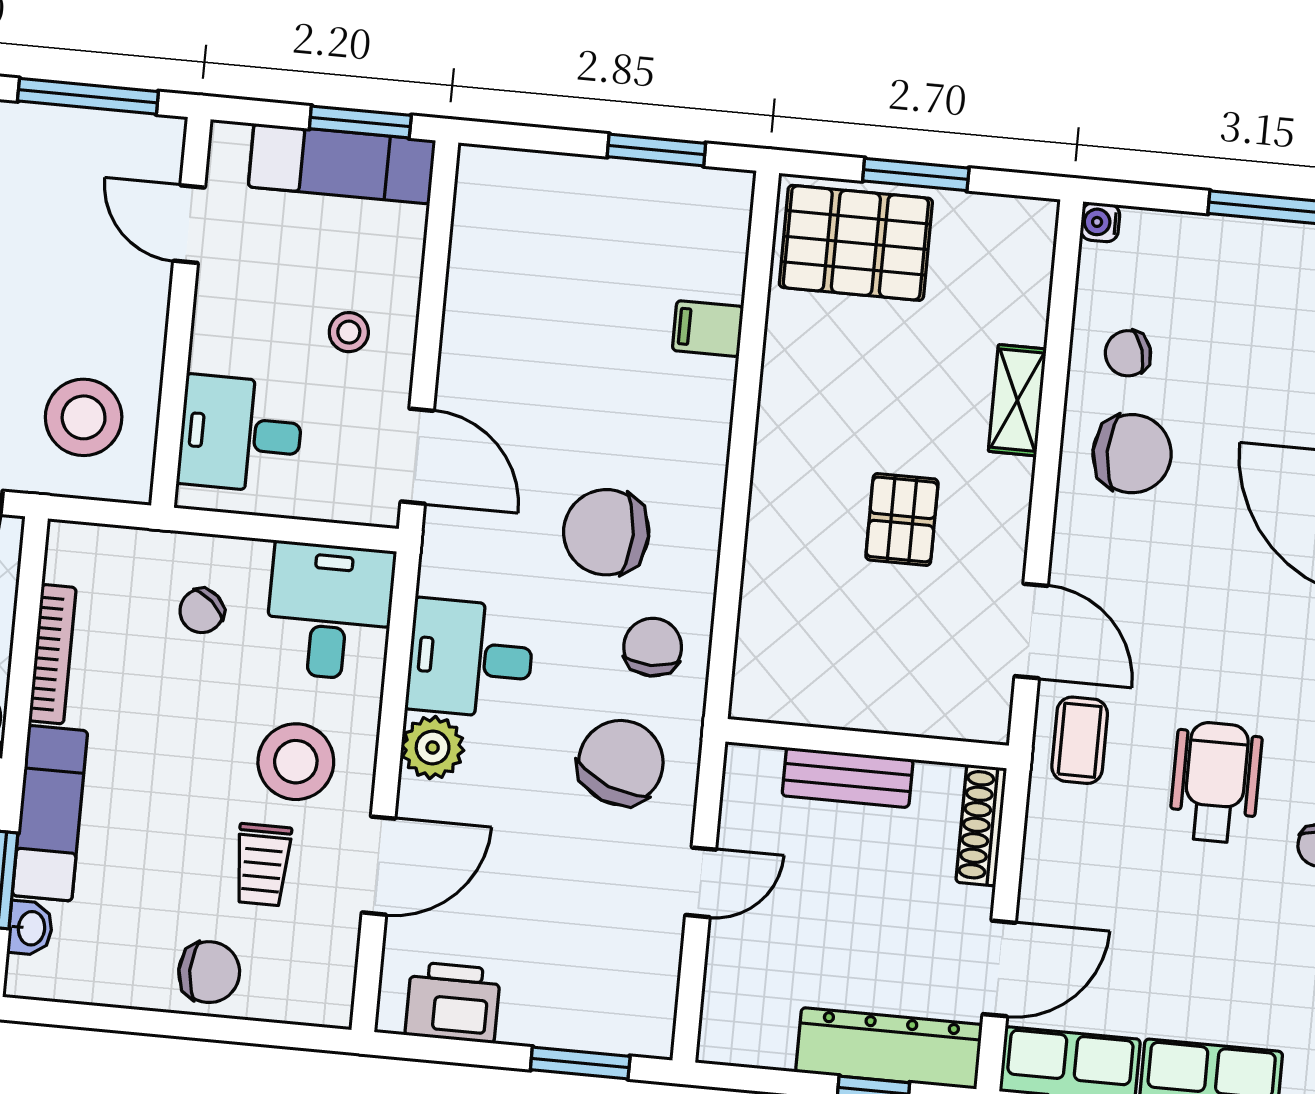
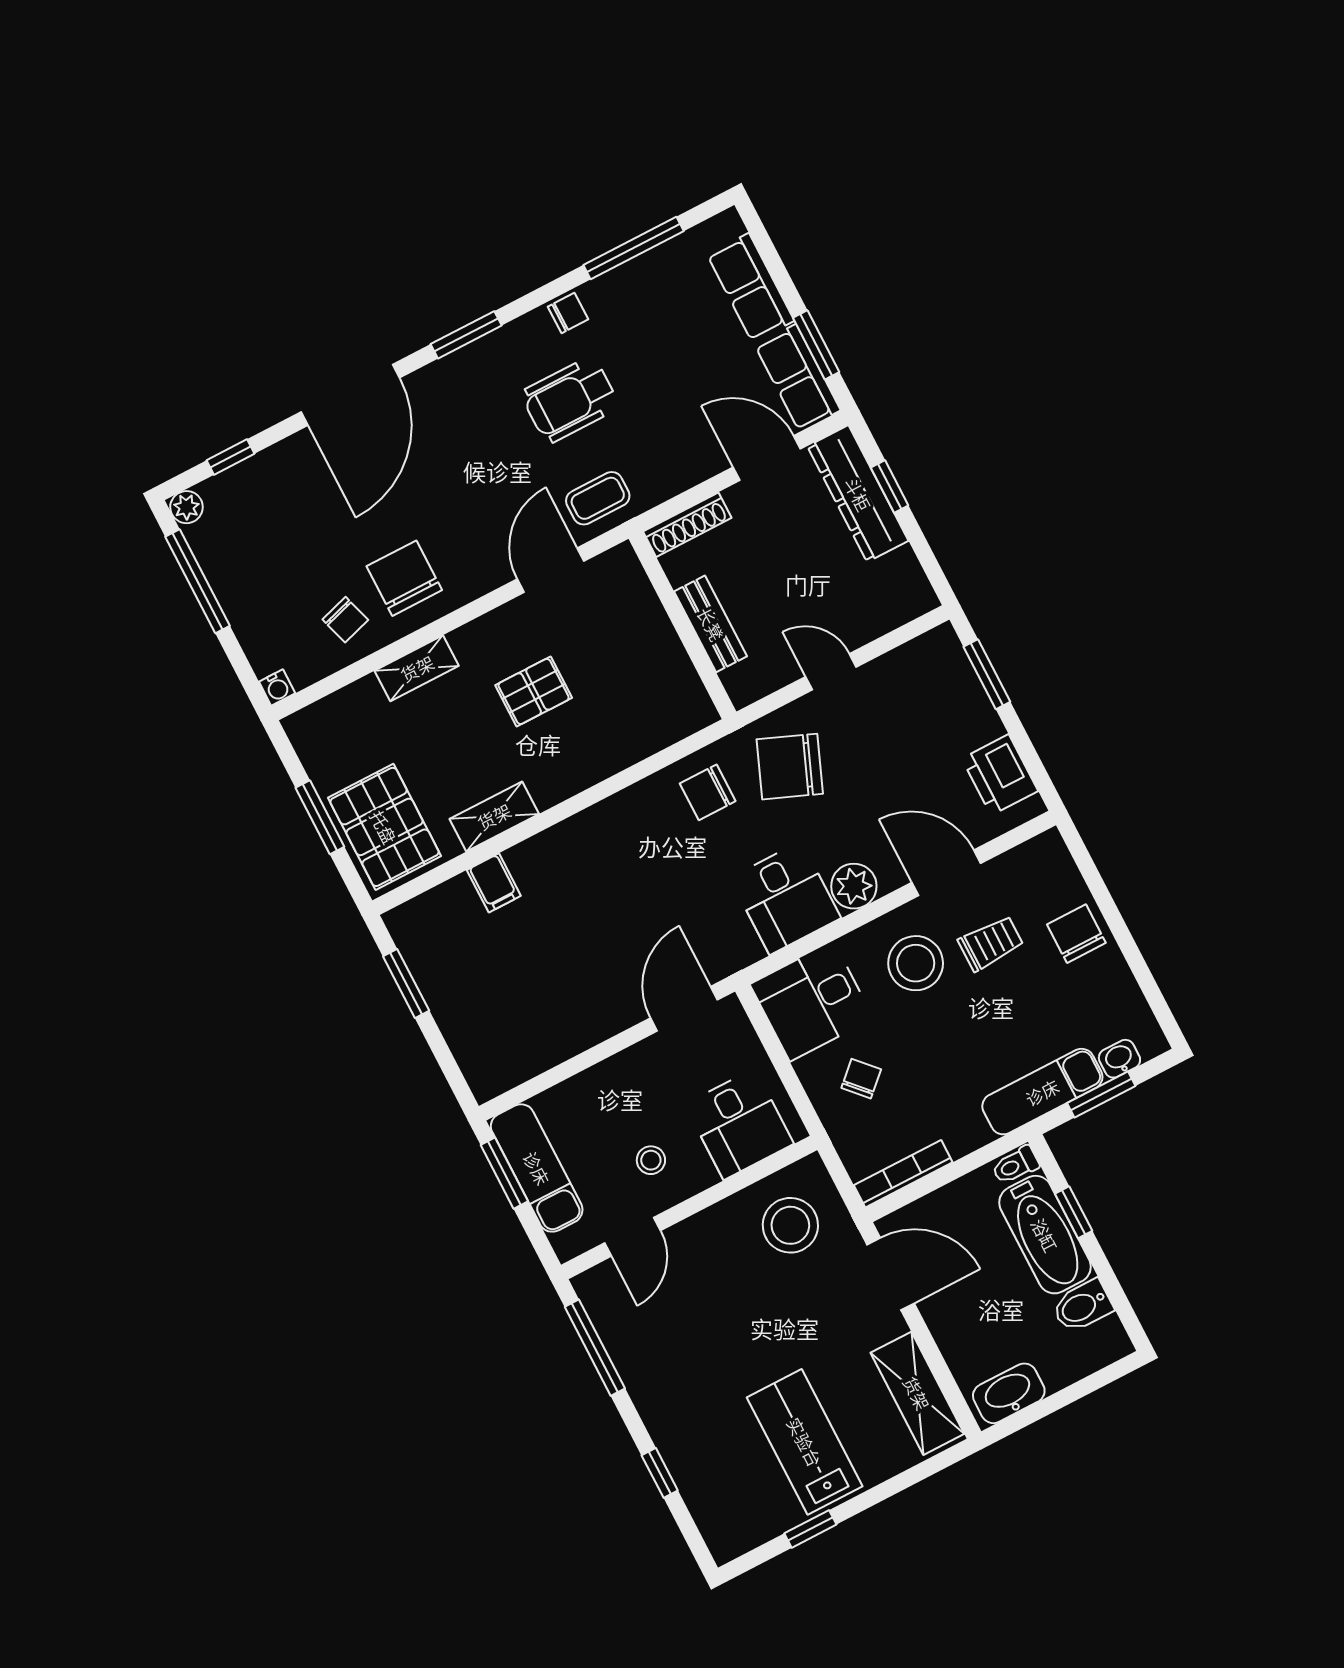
stool: (349, 332) -> (651, 1160), moved
shelving: (785, 379) -> (494, 816), added
chair: (606, 532) -> (656, 865), removed
chair: (202, 611) -> (861, 1079), turned -85
bookcase: (52, 654) -> (903, 1174), moved

